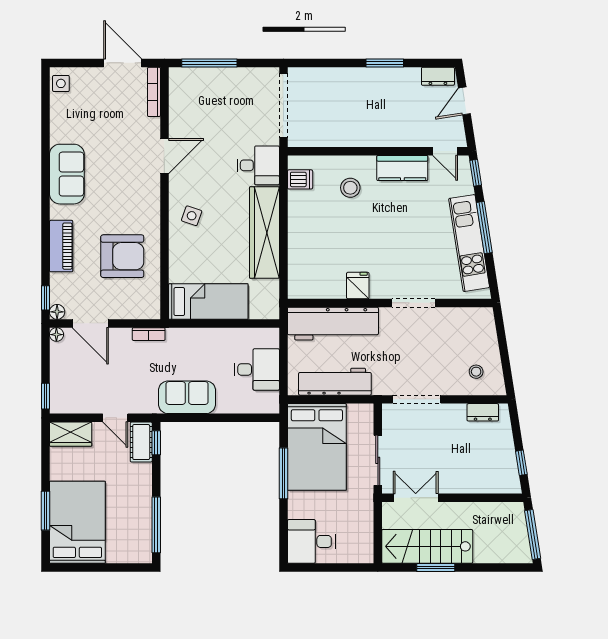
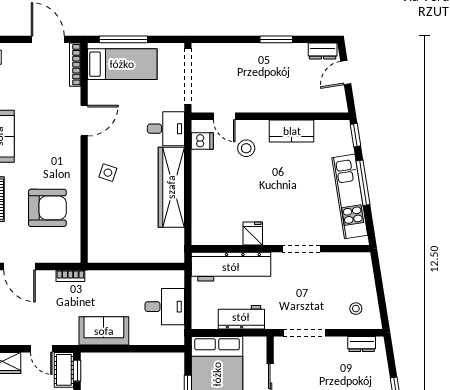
door: (445, 151) -> (224, 116), moved
bed: (208, 302) -> (122, 64), moved
workbench: (335, 382) -> (241, 317), width x0.73

